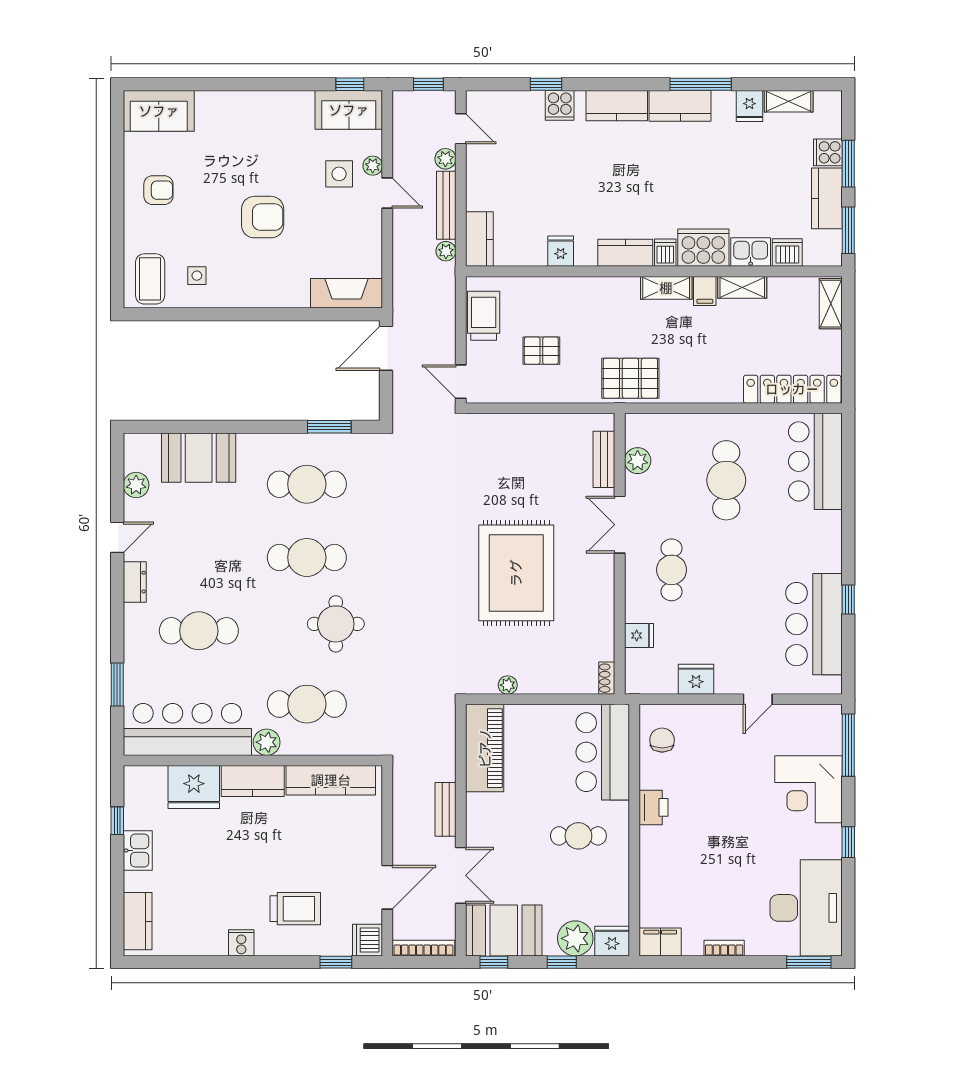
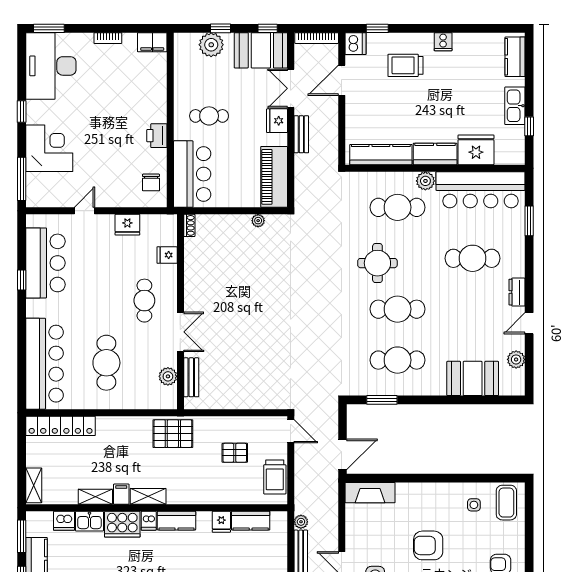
kitchen counter: (479, 239) -> (251, 521), moved, turned -90
bar counter: (815, 461) -> (45, 364), width x1.36
rug: (516, 573) -> (252, 298), removed
kitchen sink: (138, 850) -> (515, 106), width x1.38
fridge: (612, 941) -> (277, 121), moved, turned 90

